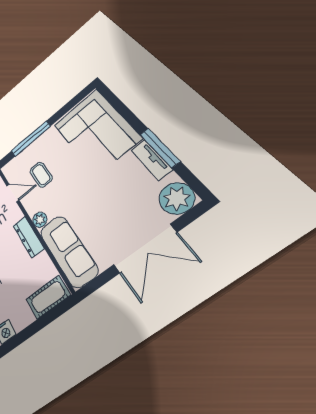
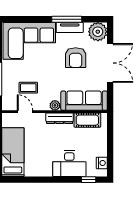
door: (13, 193) -> (25, 112), hinge flipped
armchair: (116, 198) -> (76, 58), added
cot: (48, 297) -> (87, 120), moved, turned 90

